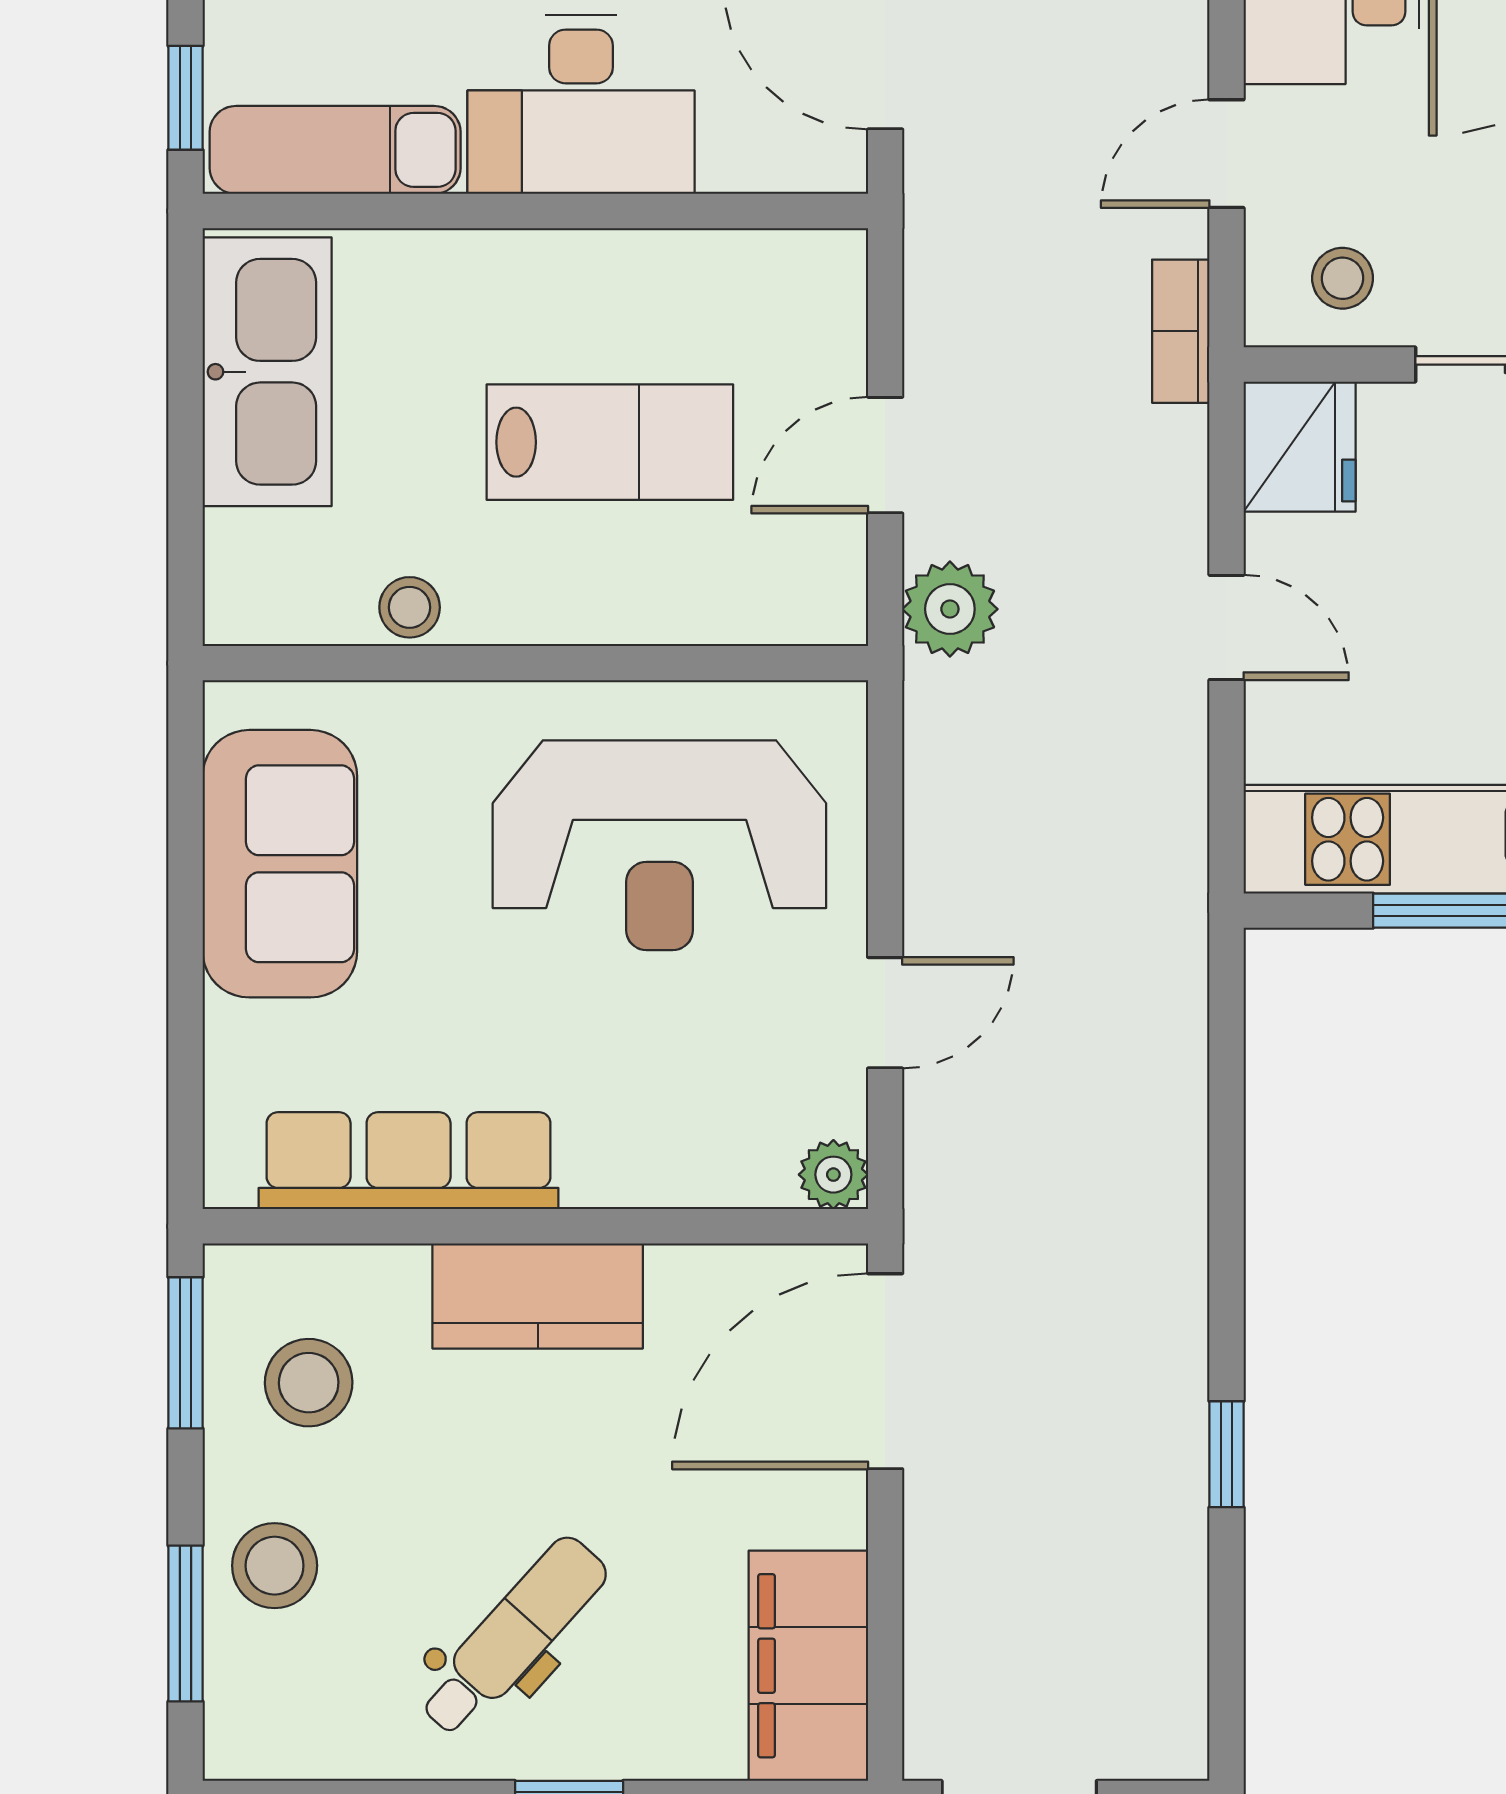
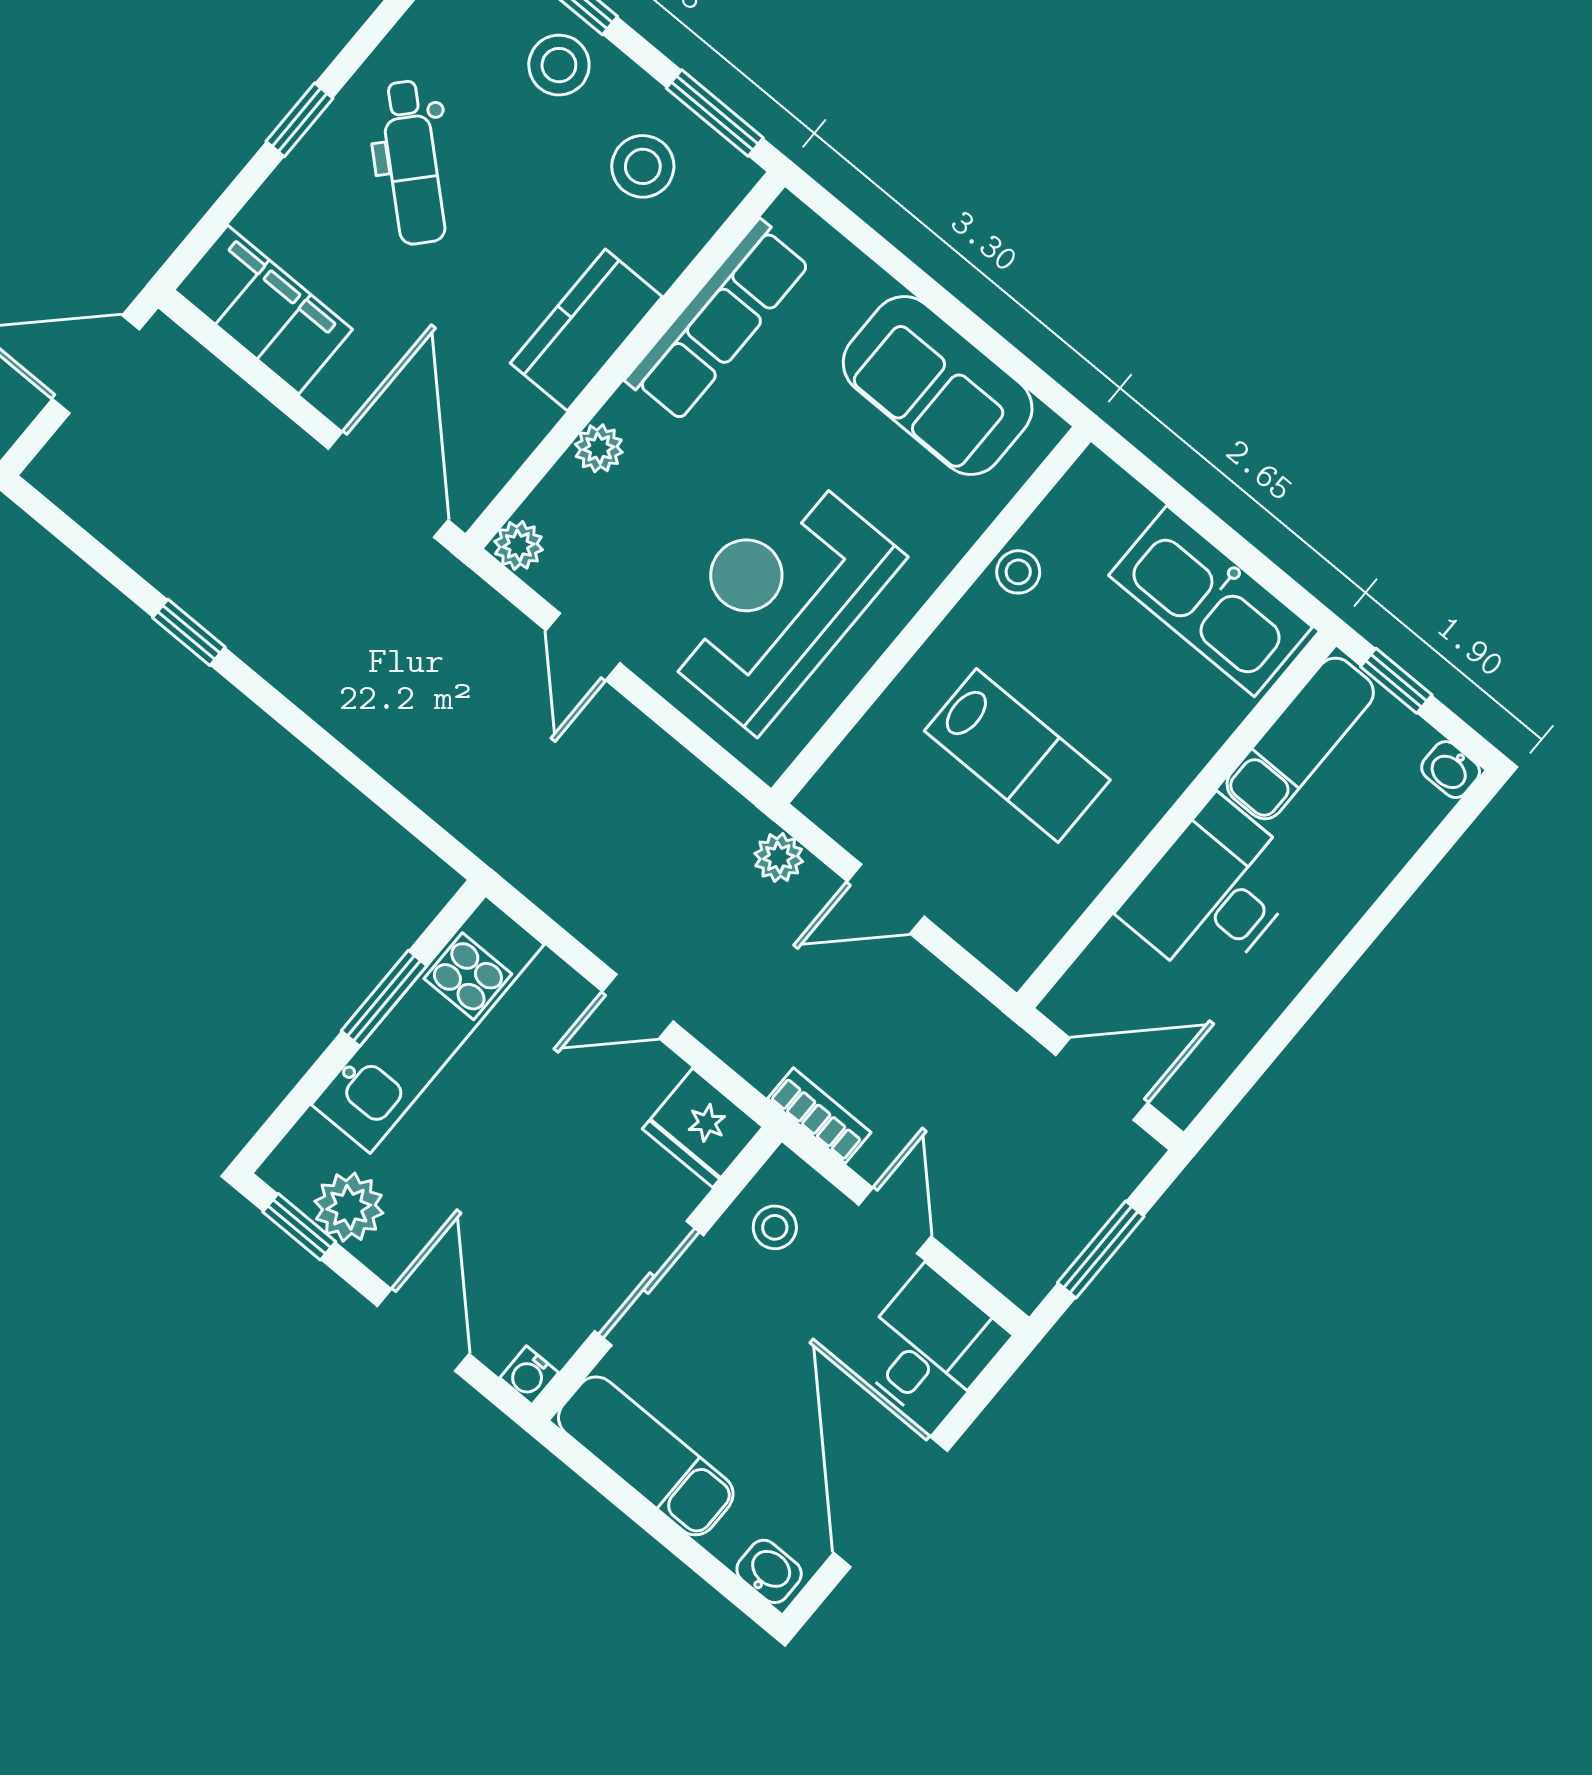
lab bench: (610, 442) -> (1017, 755), turned -90
door: (885, 455) -> (886, 899), swing flipped
plant: (950, 609) -> (779, 857), width x0.73, depth x0.73
plant: (655, 1175) -> (599, 448), added

